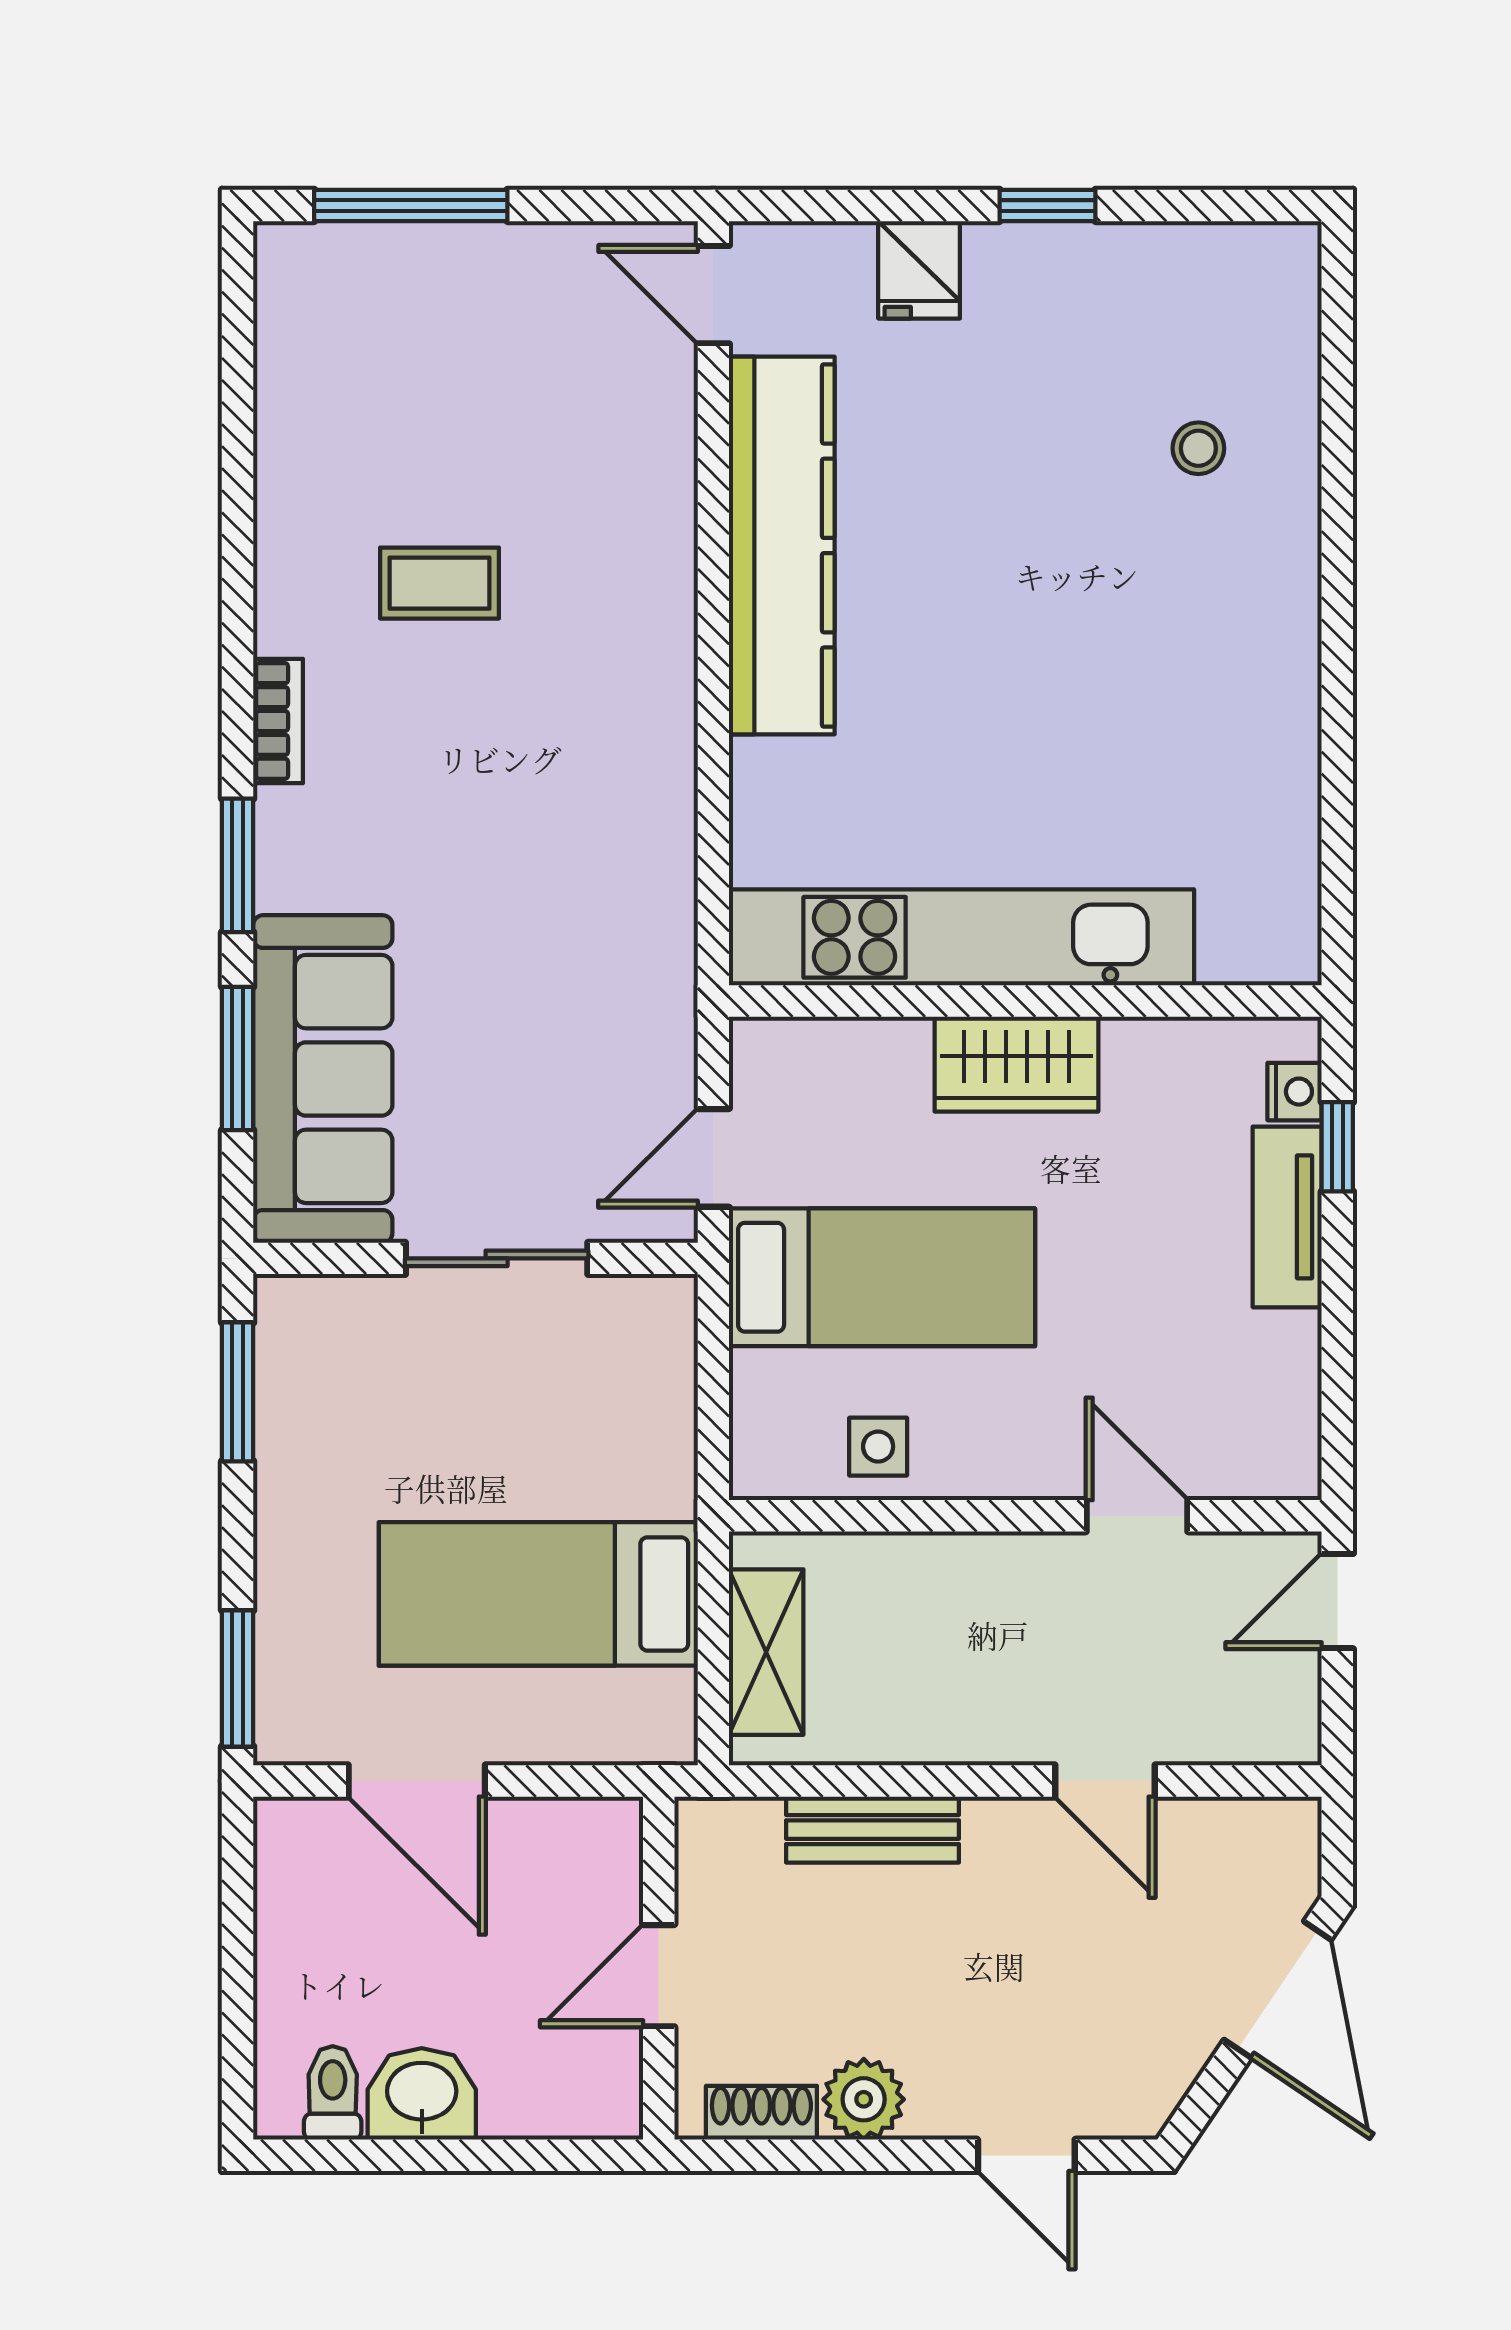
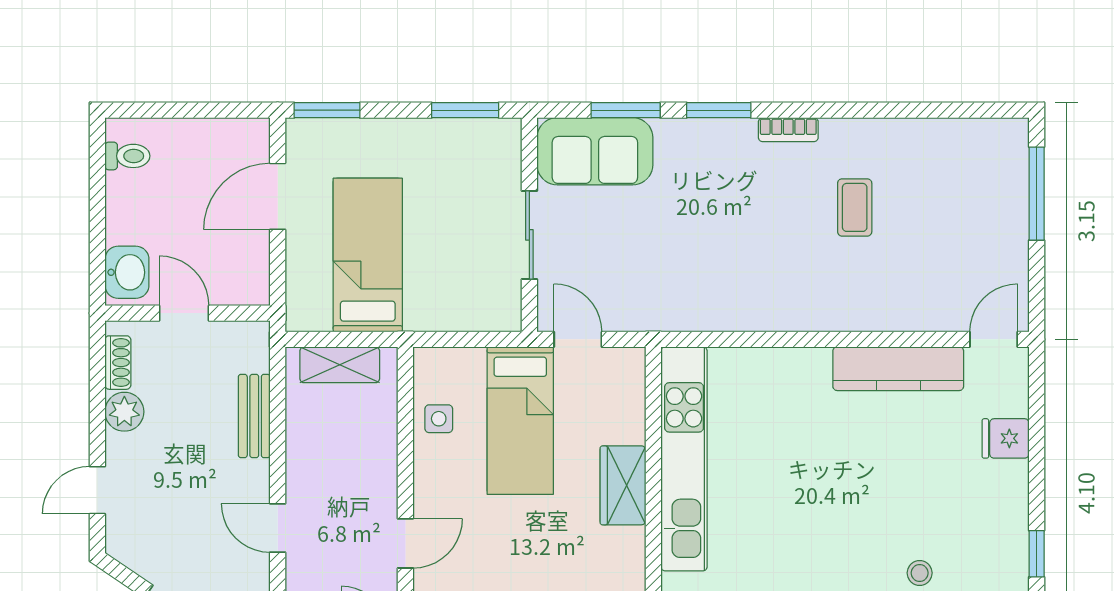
window: (1047, 205) -> (1037, 554), moved
kitchen counter: (782, 545) -> (898, 369), width x0.72, depth x0.86
sofa: (323, 1079) -> (595, 151), width x0.73
door: (1105, 1781) -> (278, 528), hinge flipped
washbasin: (422, 2094) -> (127, 272), moved

